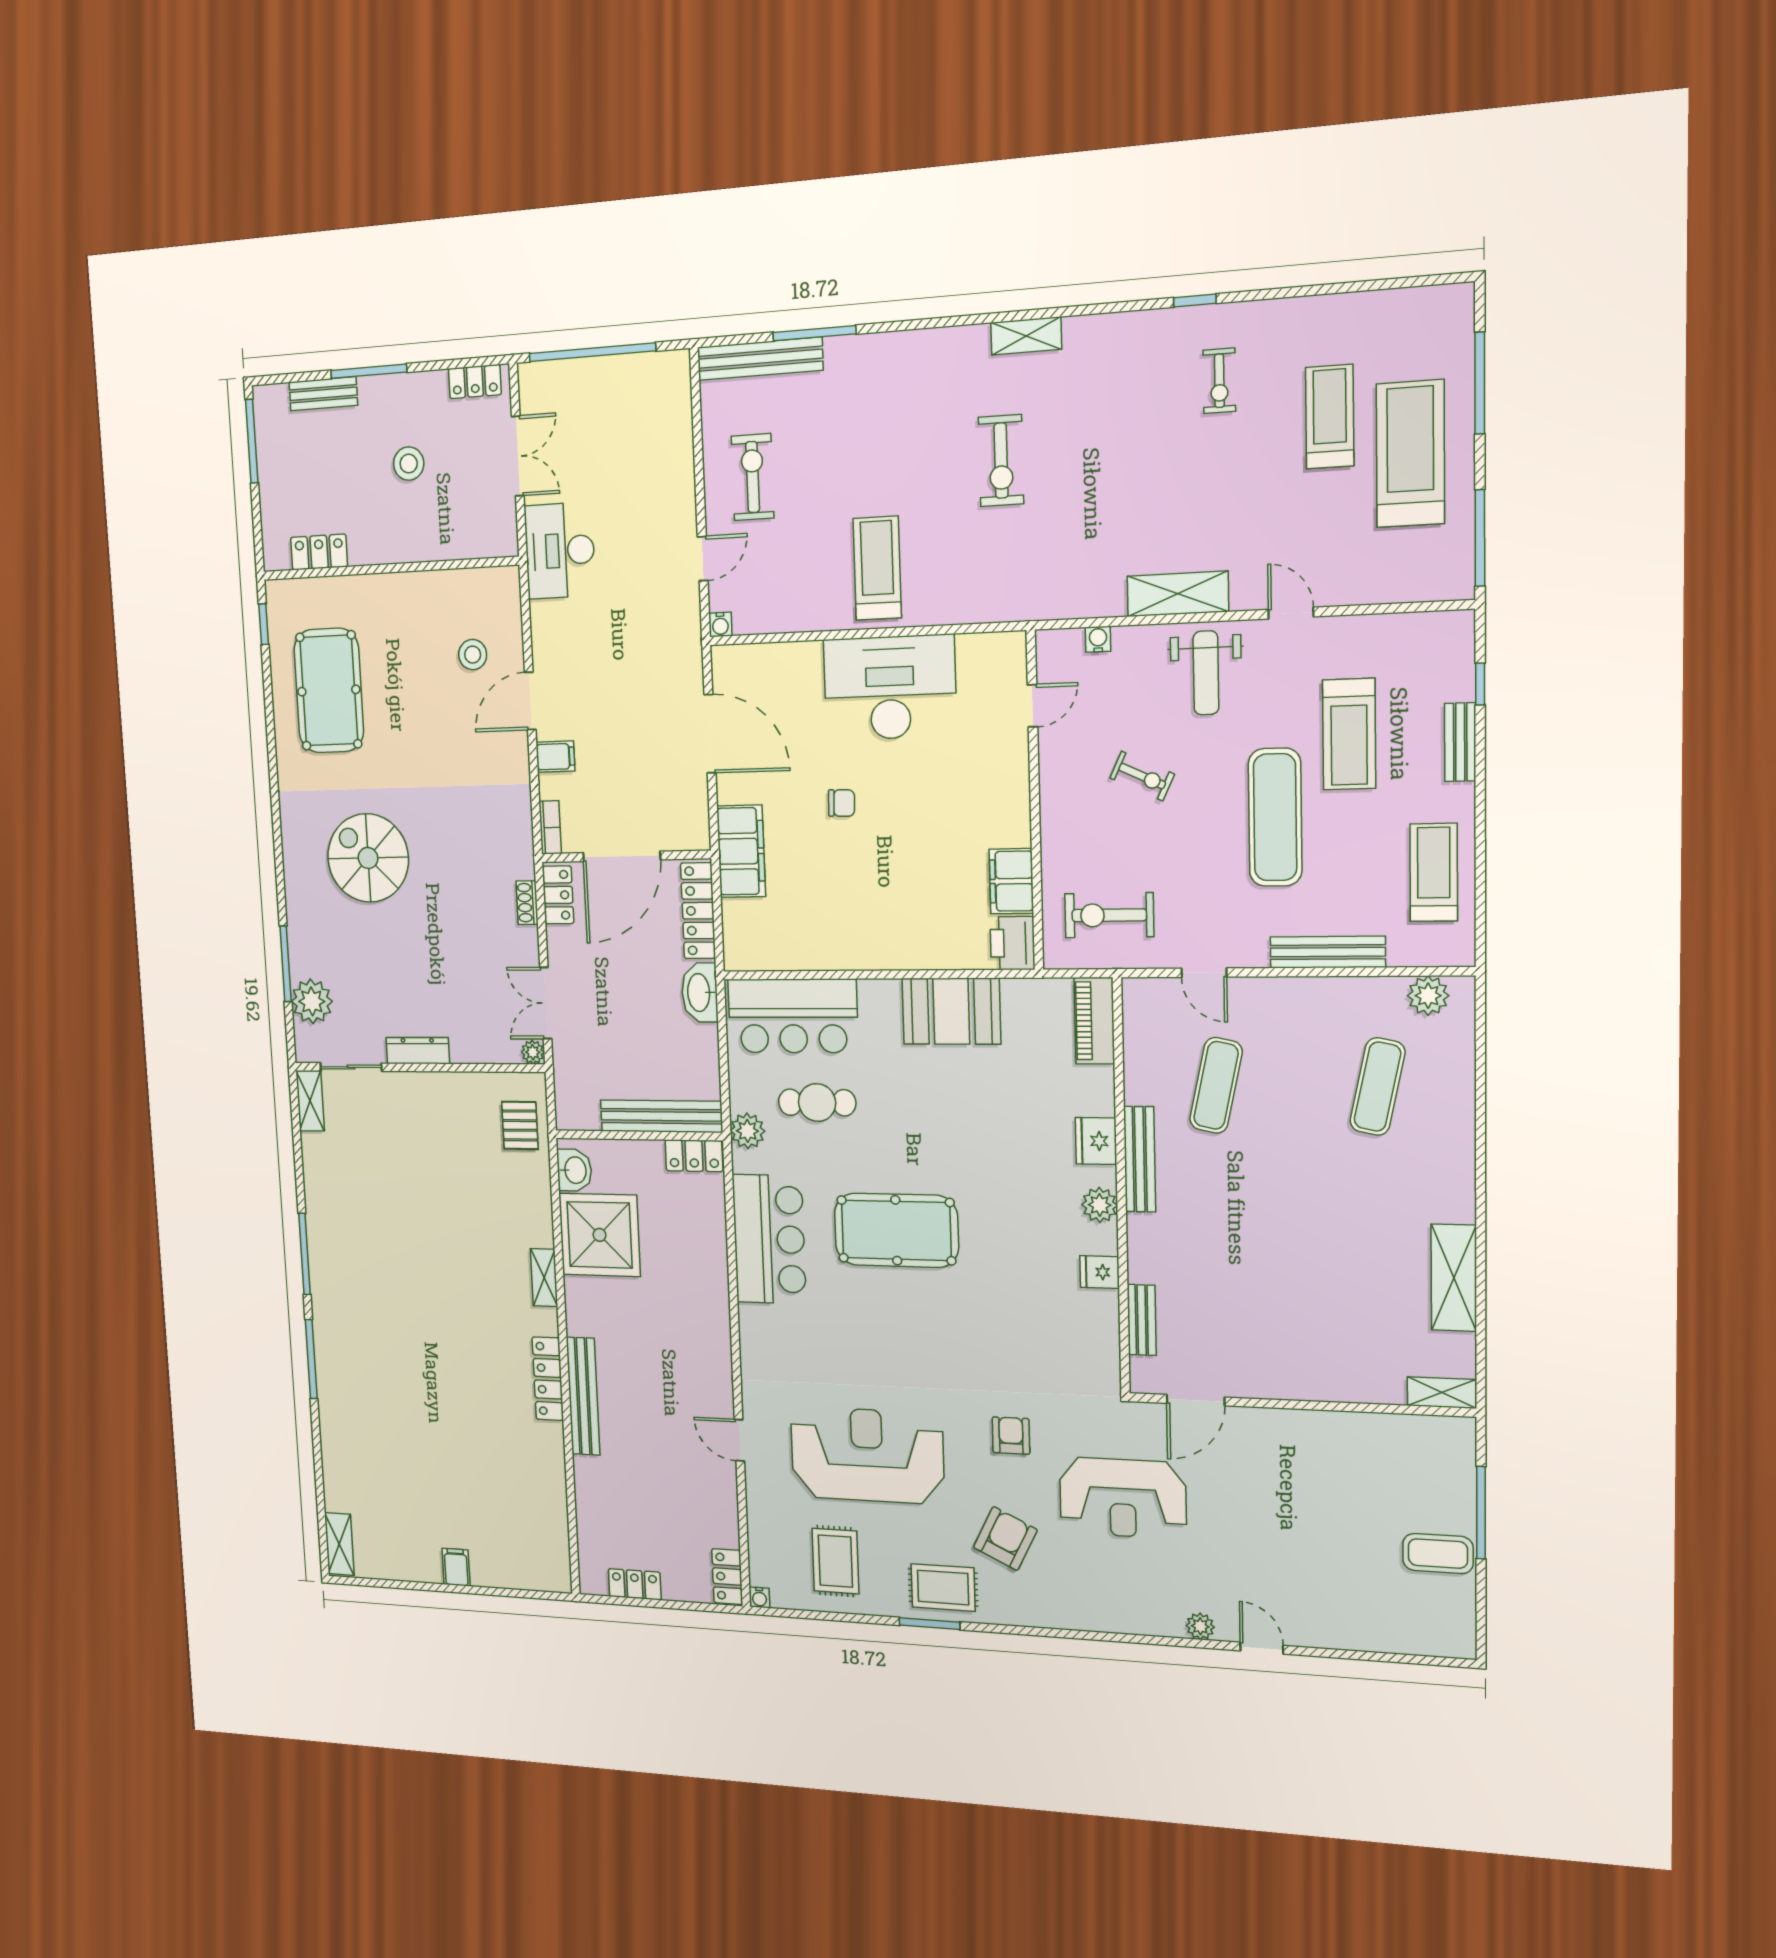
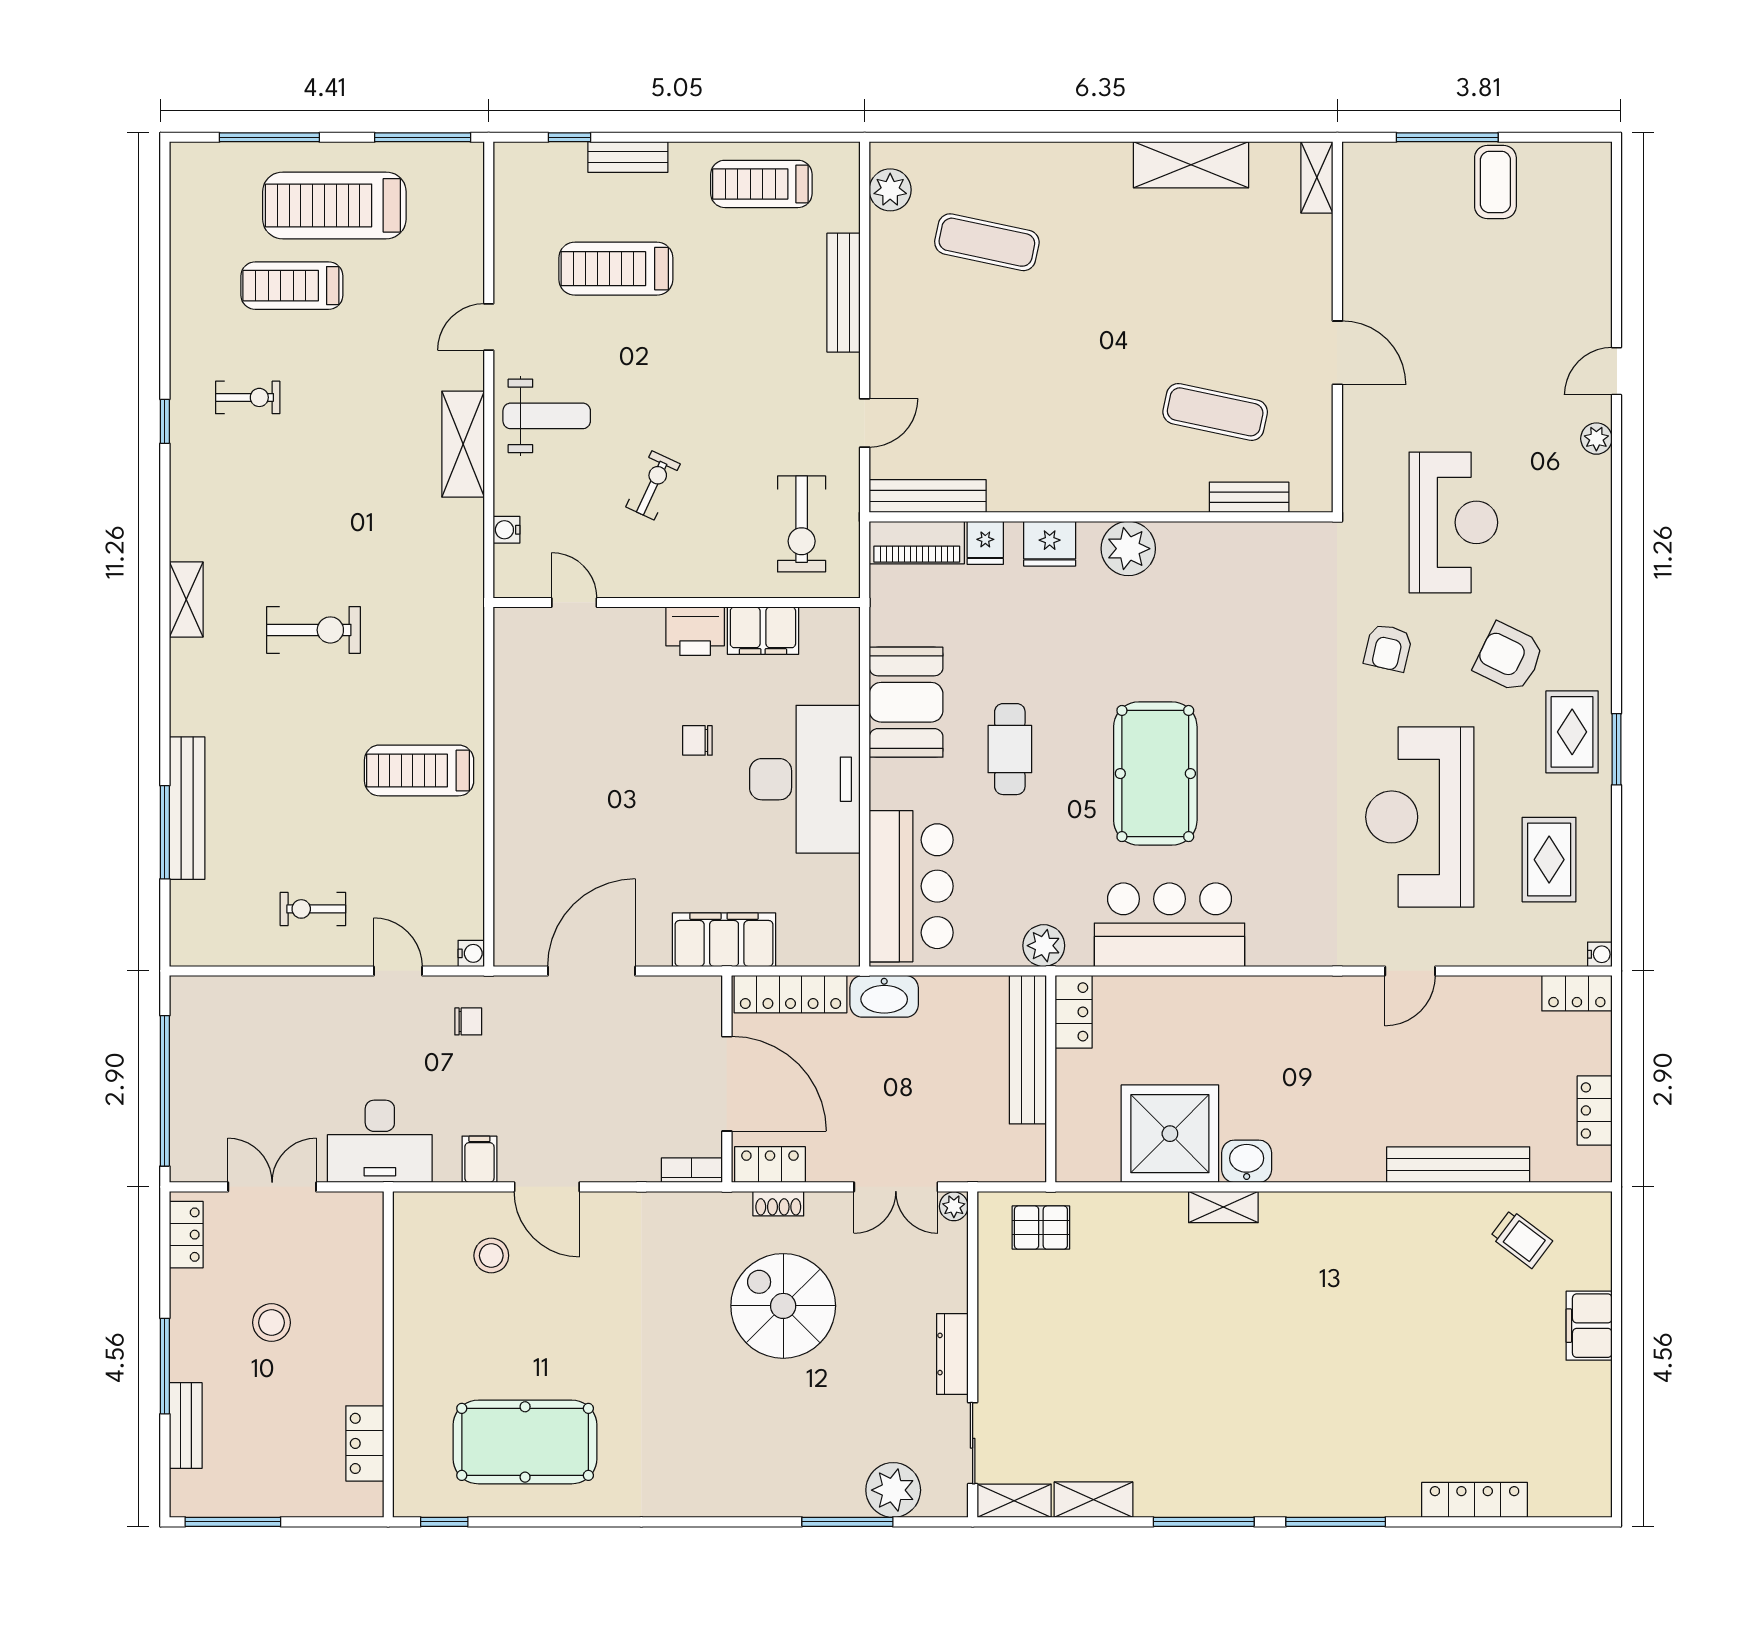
bench: (760, 359) -> (187, 808), moved
exercise bike: (753, 477) -> (313, 909), width x0.73, depth x0.72
chair: (663, 625) -> (468, 1021), added
desk: (890, 688) -> (805, 779), moved, turned 180
treadmill: (1349, 734) -> (616, 269), turned 180
filing cabinet: (555, 757) -> (479, 1159), moved
chair: (842, 803) -> (697, 740), moved, turned -92
exercise mat: (1275, 817) -> (700, 346), removed
spiral stairs: (368, 858) -> (783, 1306), moved, turned 90
printer: (1012, 943) -> (695, 631), moved
exercise mat: (1216, 1085) -> (1215, 412), moved
cafe table: (817, 1103) -> (1010, 749), moved
bench: (1140, 1159) -> (928, 496), moved
washbasin: (574, 1170) -> (1247, 1161), moved
plant: (1100, 1205) -> (1128, 549), width x1.36, depth x1.36
fridge: (1100, 1272) -> (985, 543), moved
locker: (548, 1379) -> (1475, 1500), moved, turned 180
bench: (583, 1396) -> (1458, 1165), moved
door: (1196, 1400) -> (1337, 353), moved
armchair: (1011, 1436) -> (1388, 648), turned -77
trolley: (532, 1519) -> (1521, 1239), added
shelving: (339, 1544) -> (1094, 1500), moved
rug: (835, 1561) -> (1549, 860), turned 90
filing cabinet: (456, 1567) -> (1589, 1326), width x2.00

